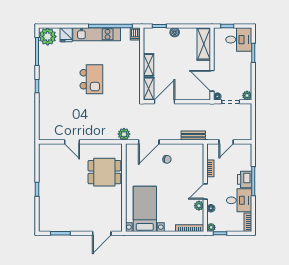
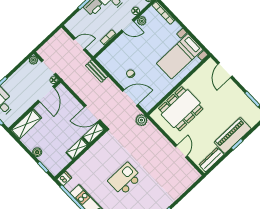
dresser: (44, 159) -> (211, 160), added
dining table: (104, 172) -> (181, 109), width x1.38
piano: (47, 192) -> (233, 135), added
door: (102, 233) -> (225, 70), swing flipped

